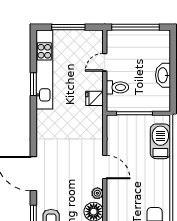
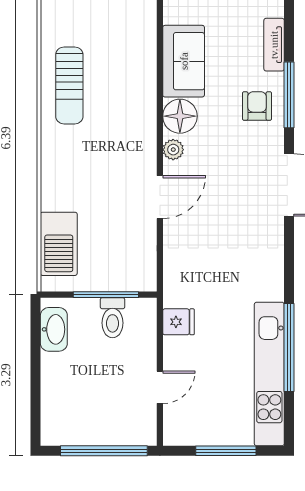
washbasin: (163, 75) -> (54, 329), moved
window: (33, 84) -> (289, 347), width x2.11
toilet: (117, 87) -> (113, 318), moved, turned -90
door: (105, 167) -> (160, 197), swing flipped

